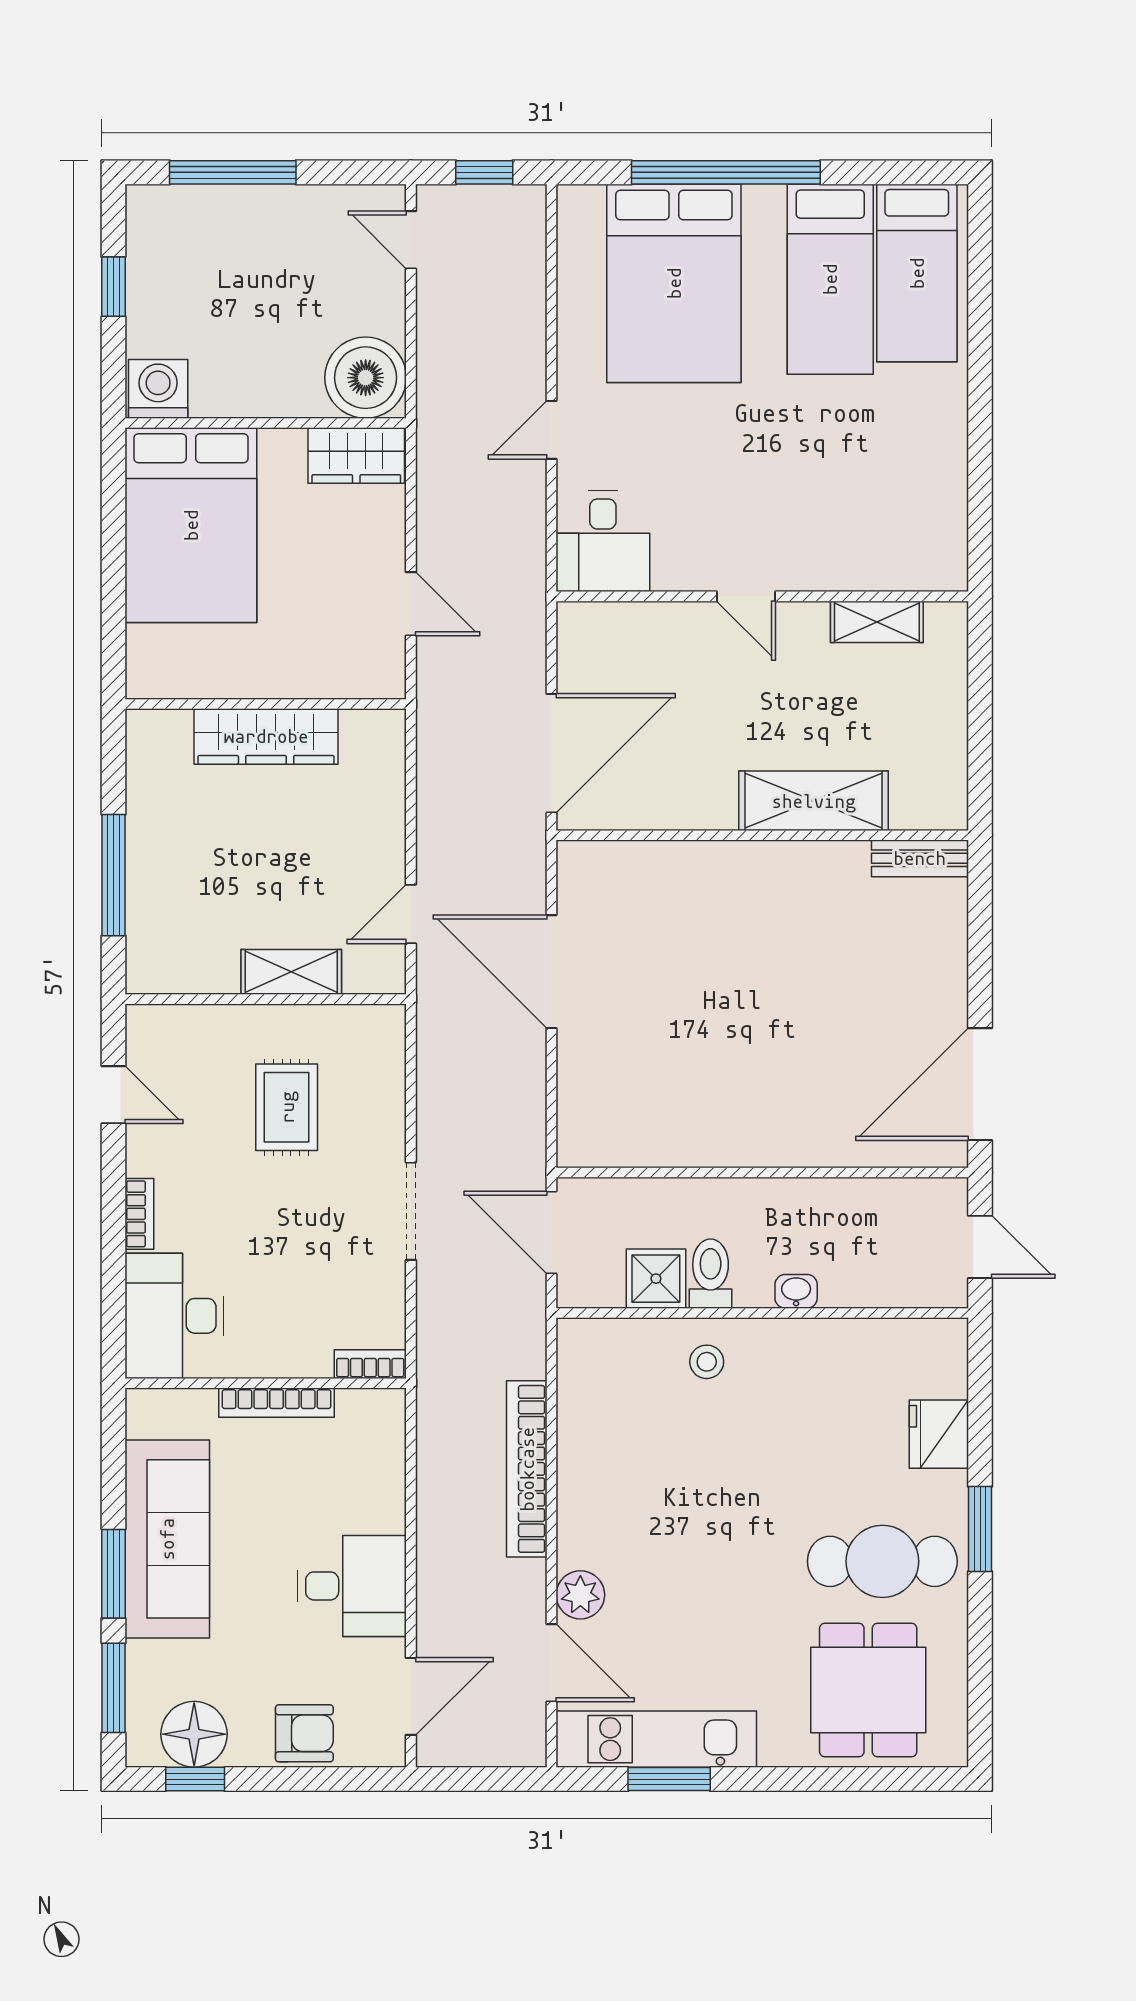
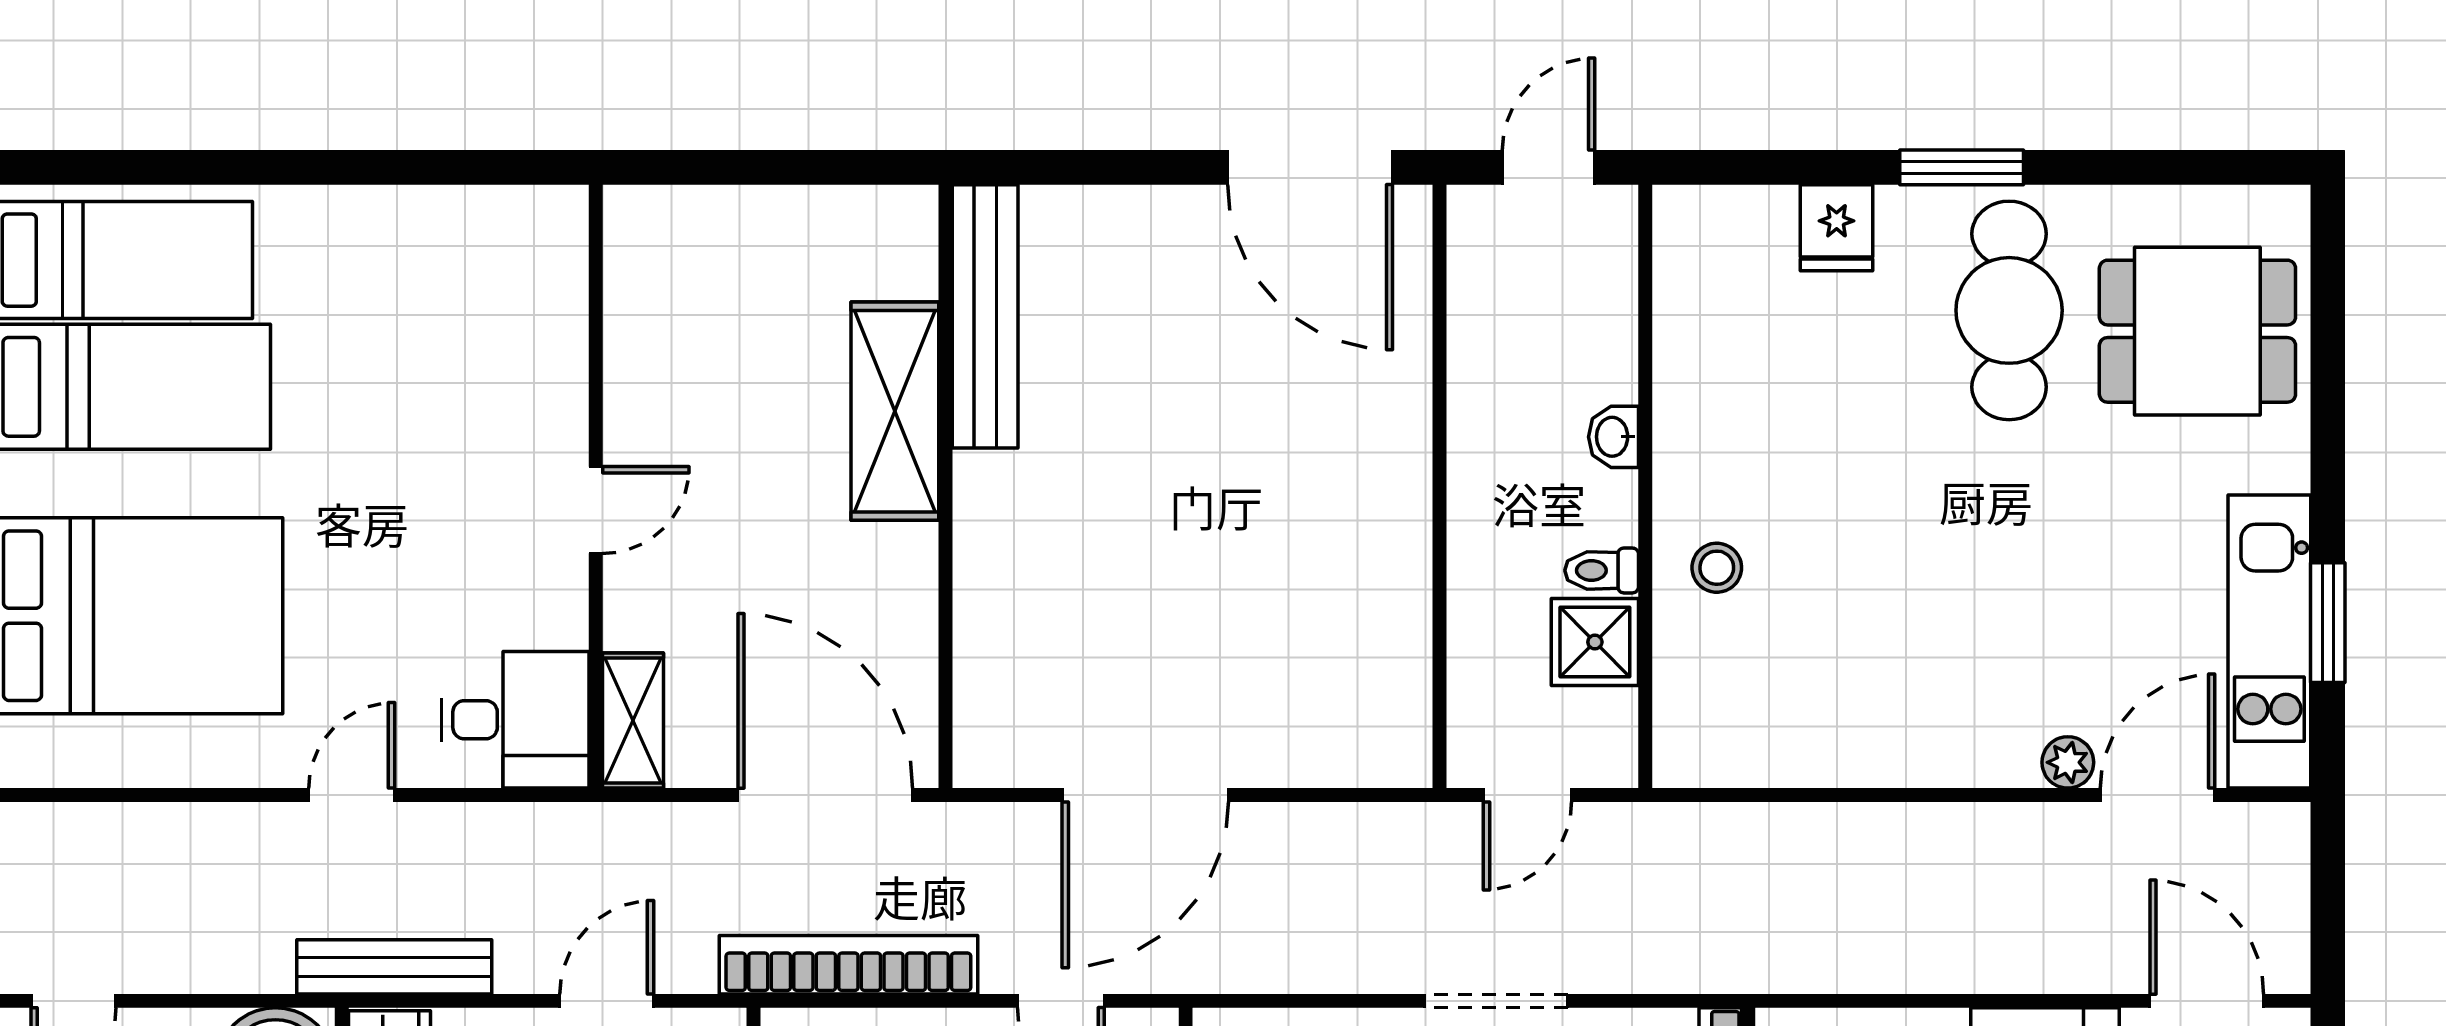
door: (551, 430) -> (352, 795), swing flipped
bench: (434, 459) -> (394, 967), added
shelving: (877, 622) -> (633, 721), moved
bench: (920, 858) -> (985, 316), width x1.86, depth x1.21
door: (551, 1232) -> (1527, 795), width x0.73
toilet: (711, 1274) -> (1602, 570), width x0.73, depth x0.72
fridge: (939, 1434) -> (1837, 228), width x0.72
bookcase: (527, 1469) -> (848, 965), moved, turned 180
plant: (580, 1595) -> (2068, 762), width x0.73, depth x0.73

